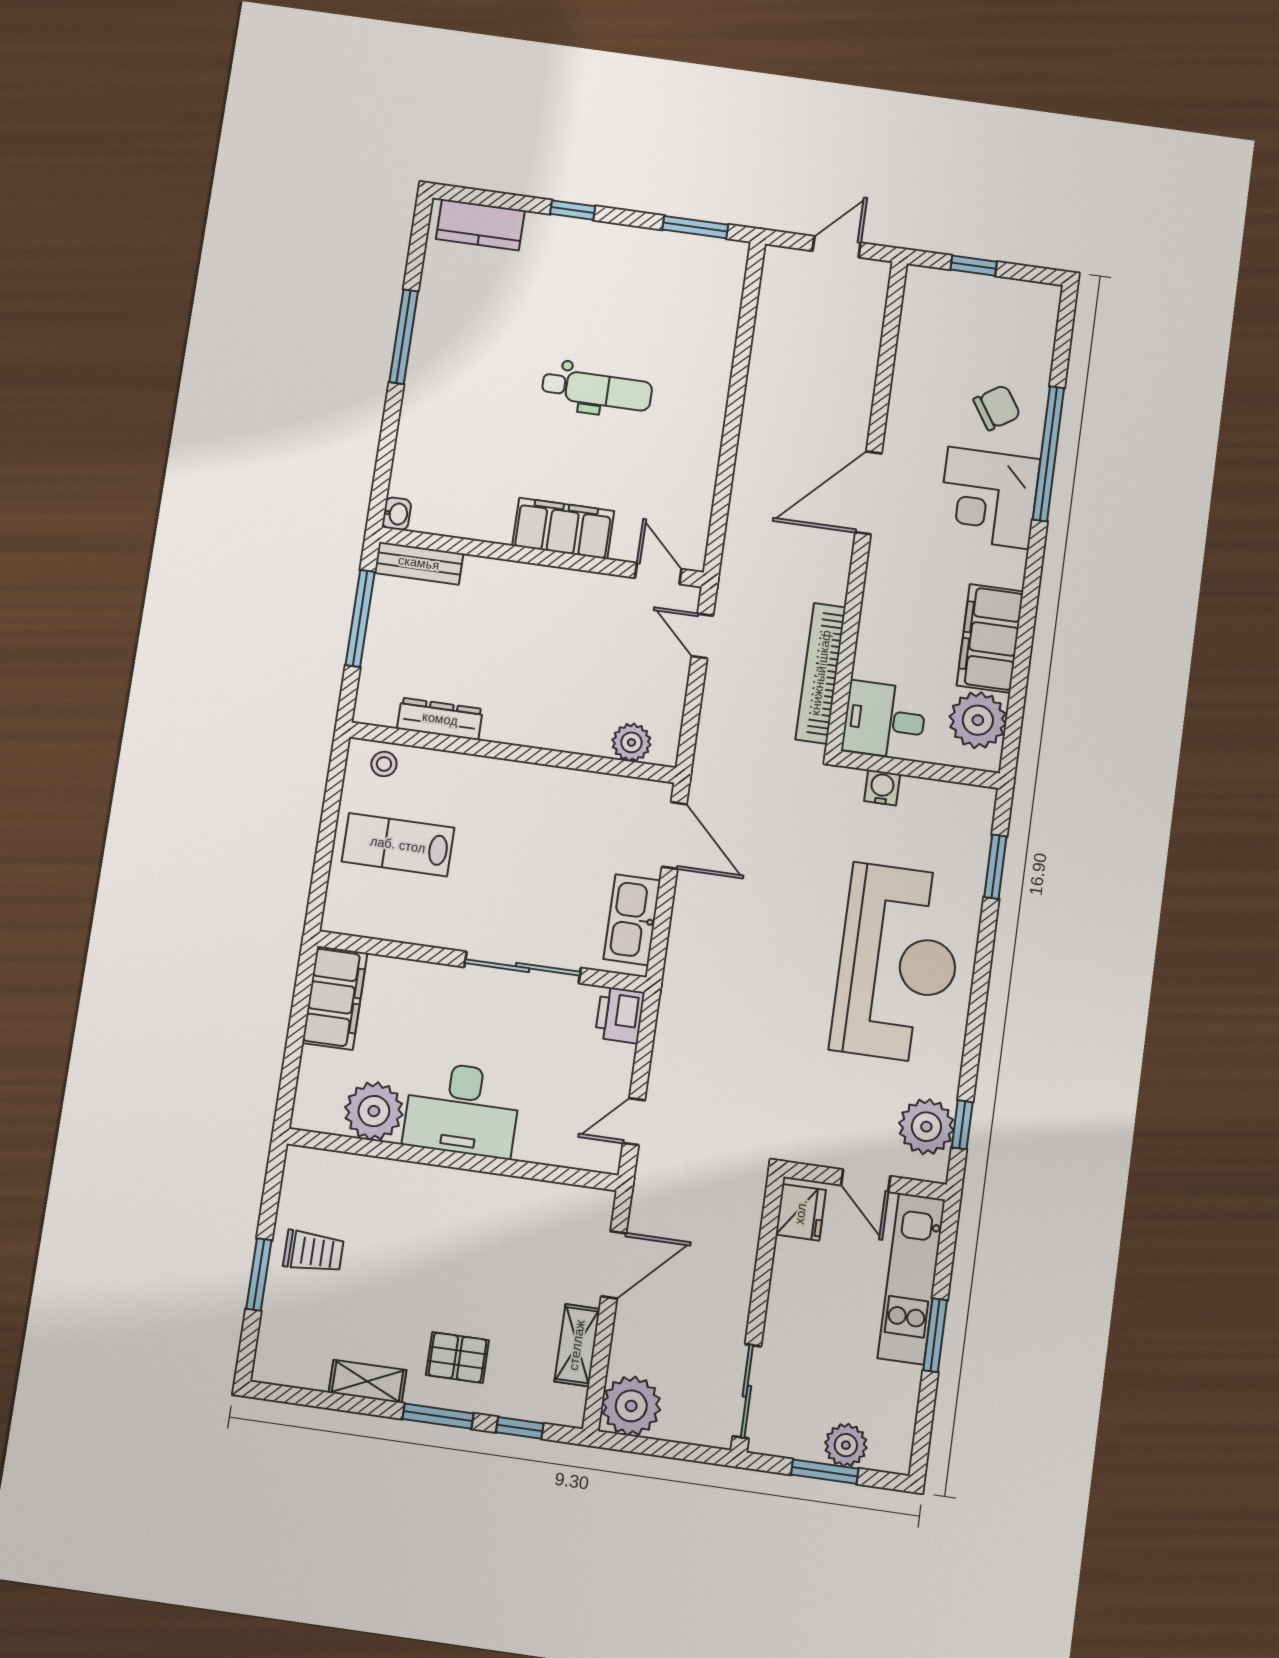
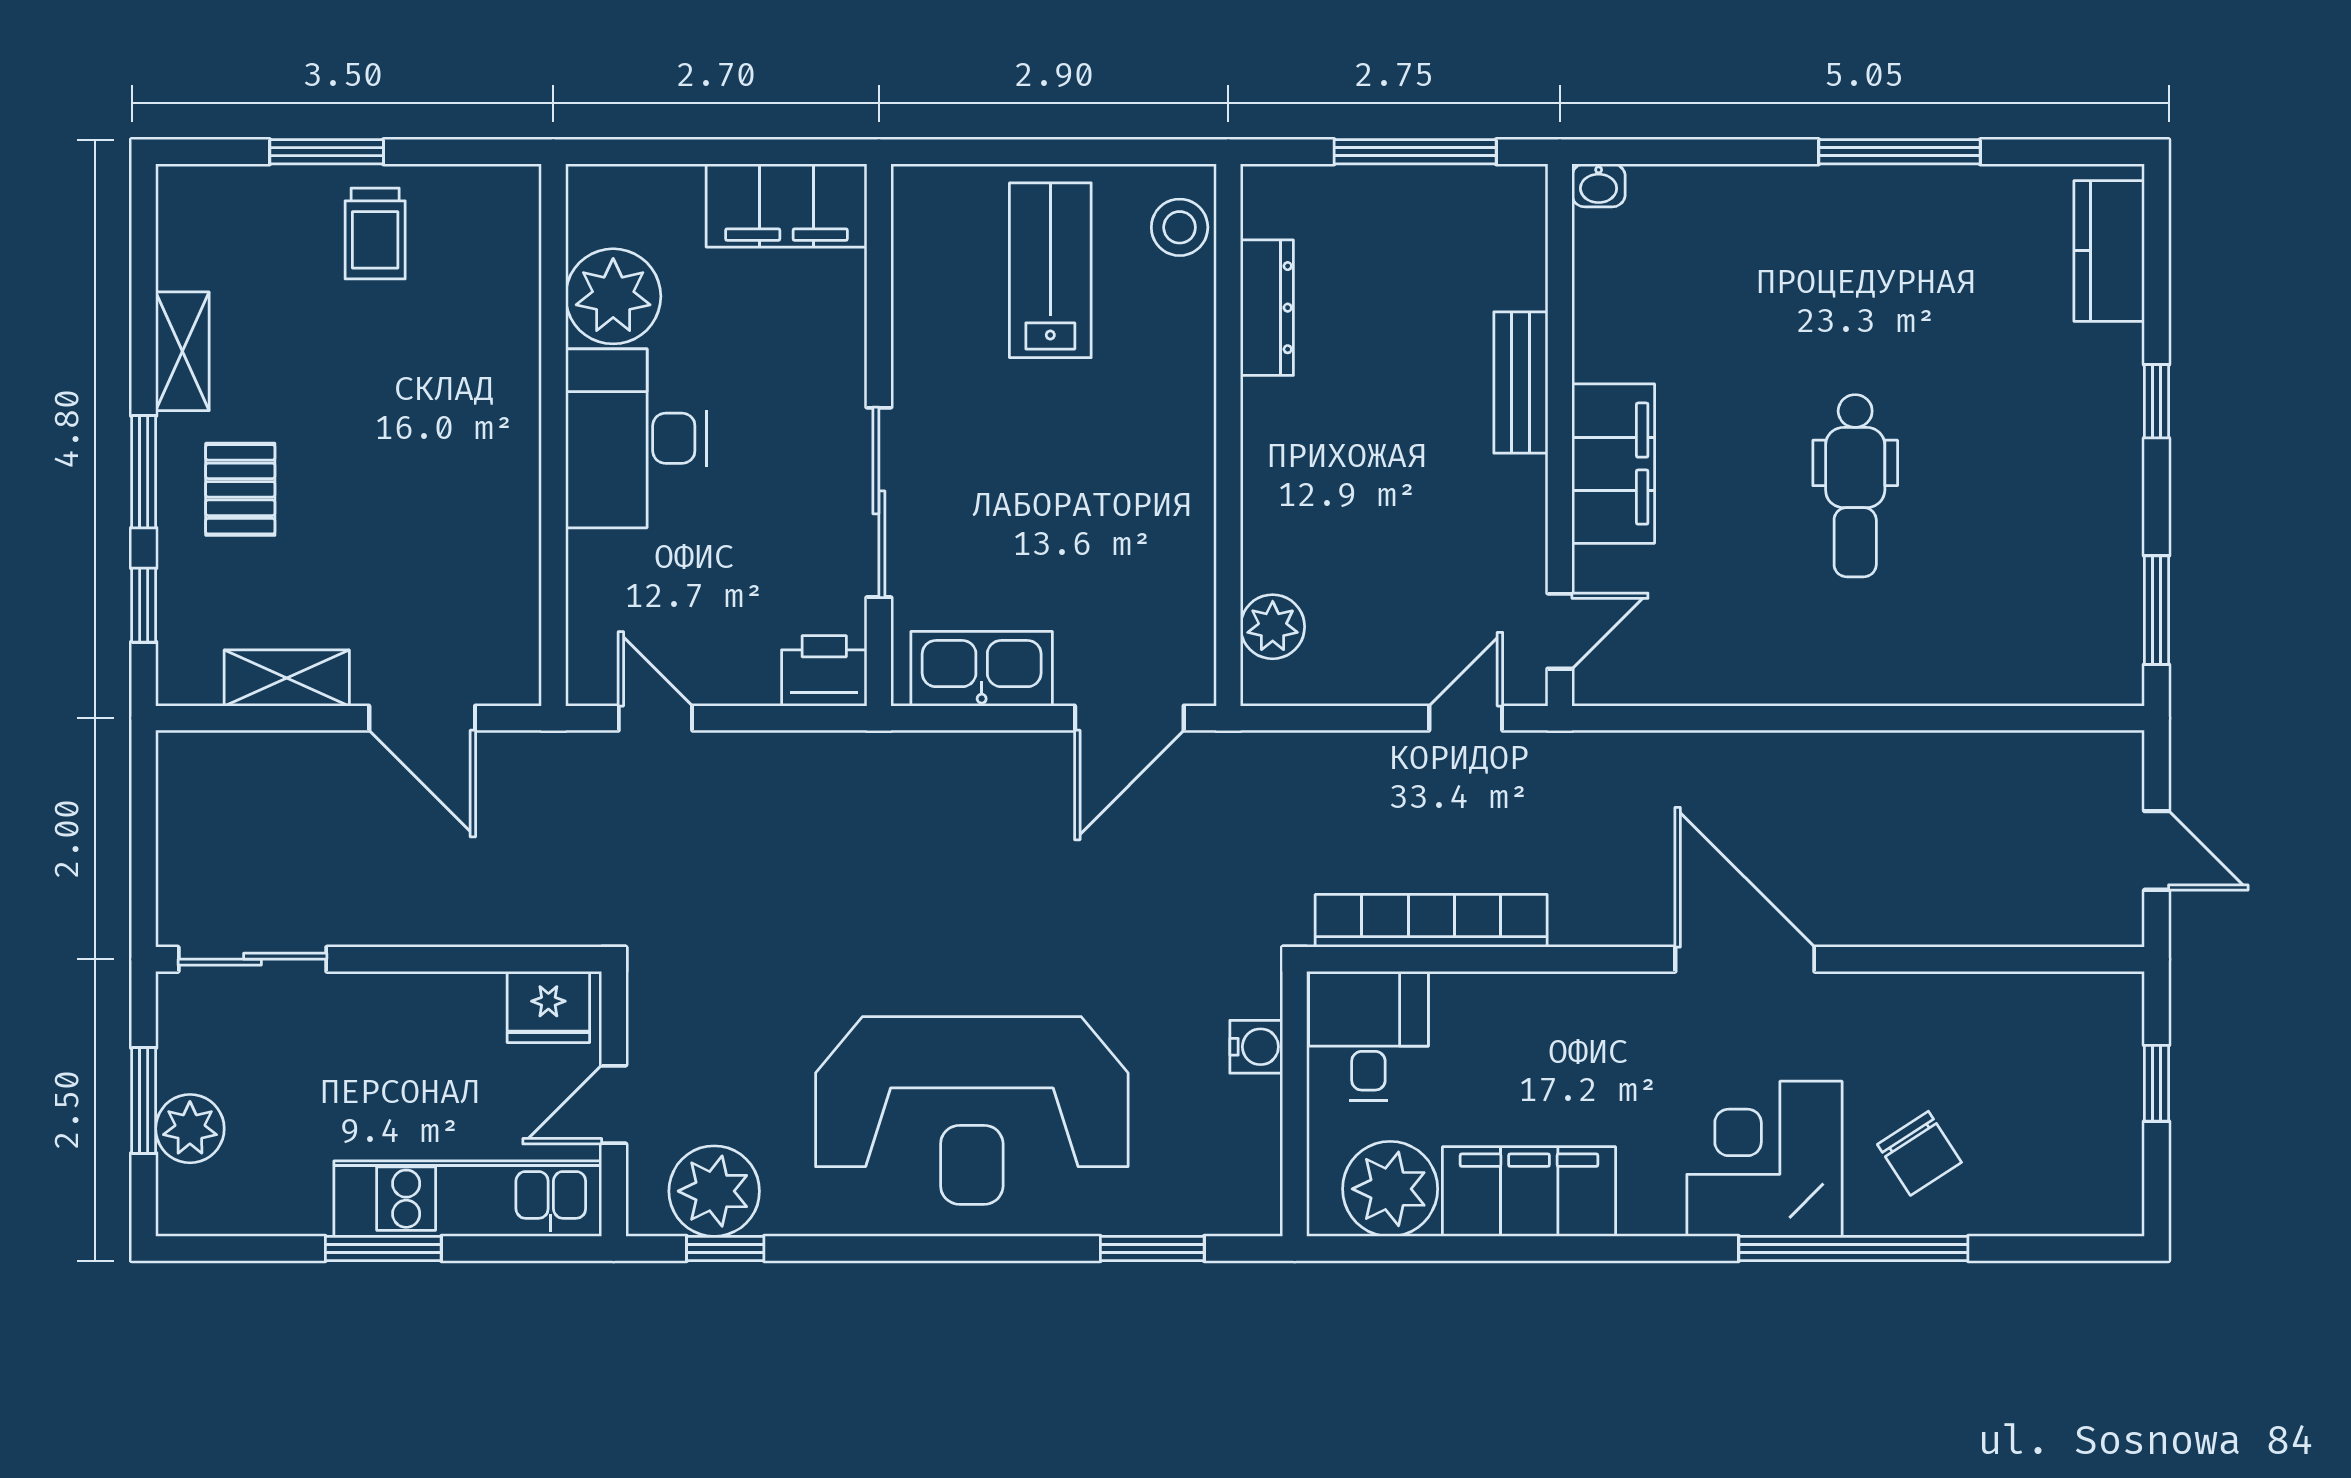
bench: (419, 563) -> (1521, 383), moved
stool: (384, 764) -> (1180, 227), width x1.37, depth x1.37
plant: (631, 1406) -> (203, 778), removed

